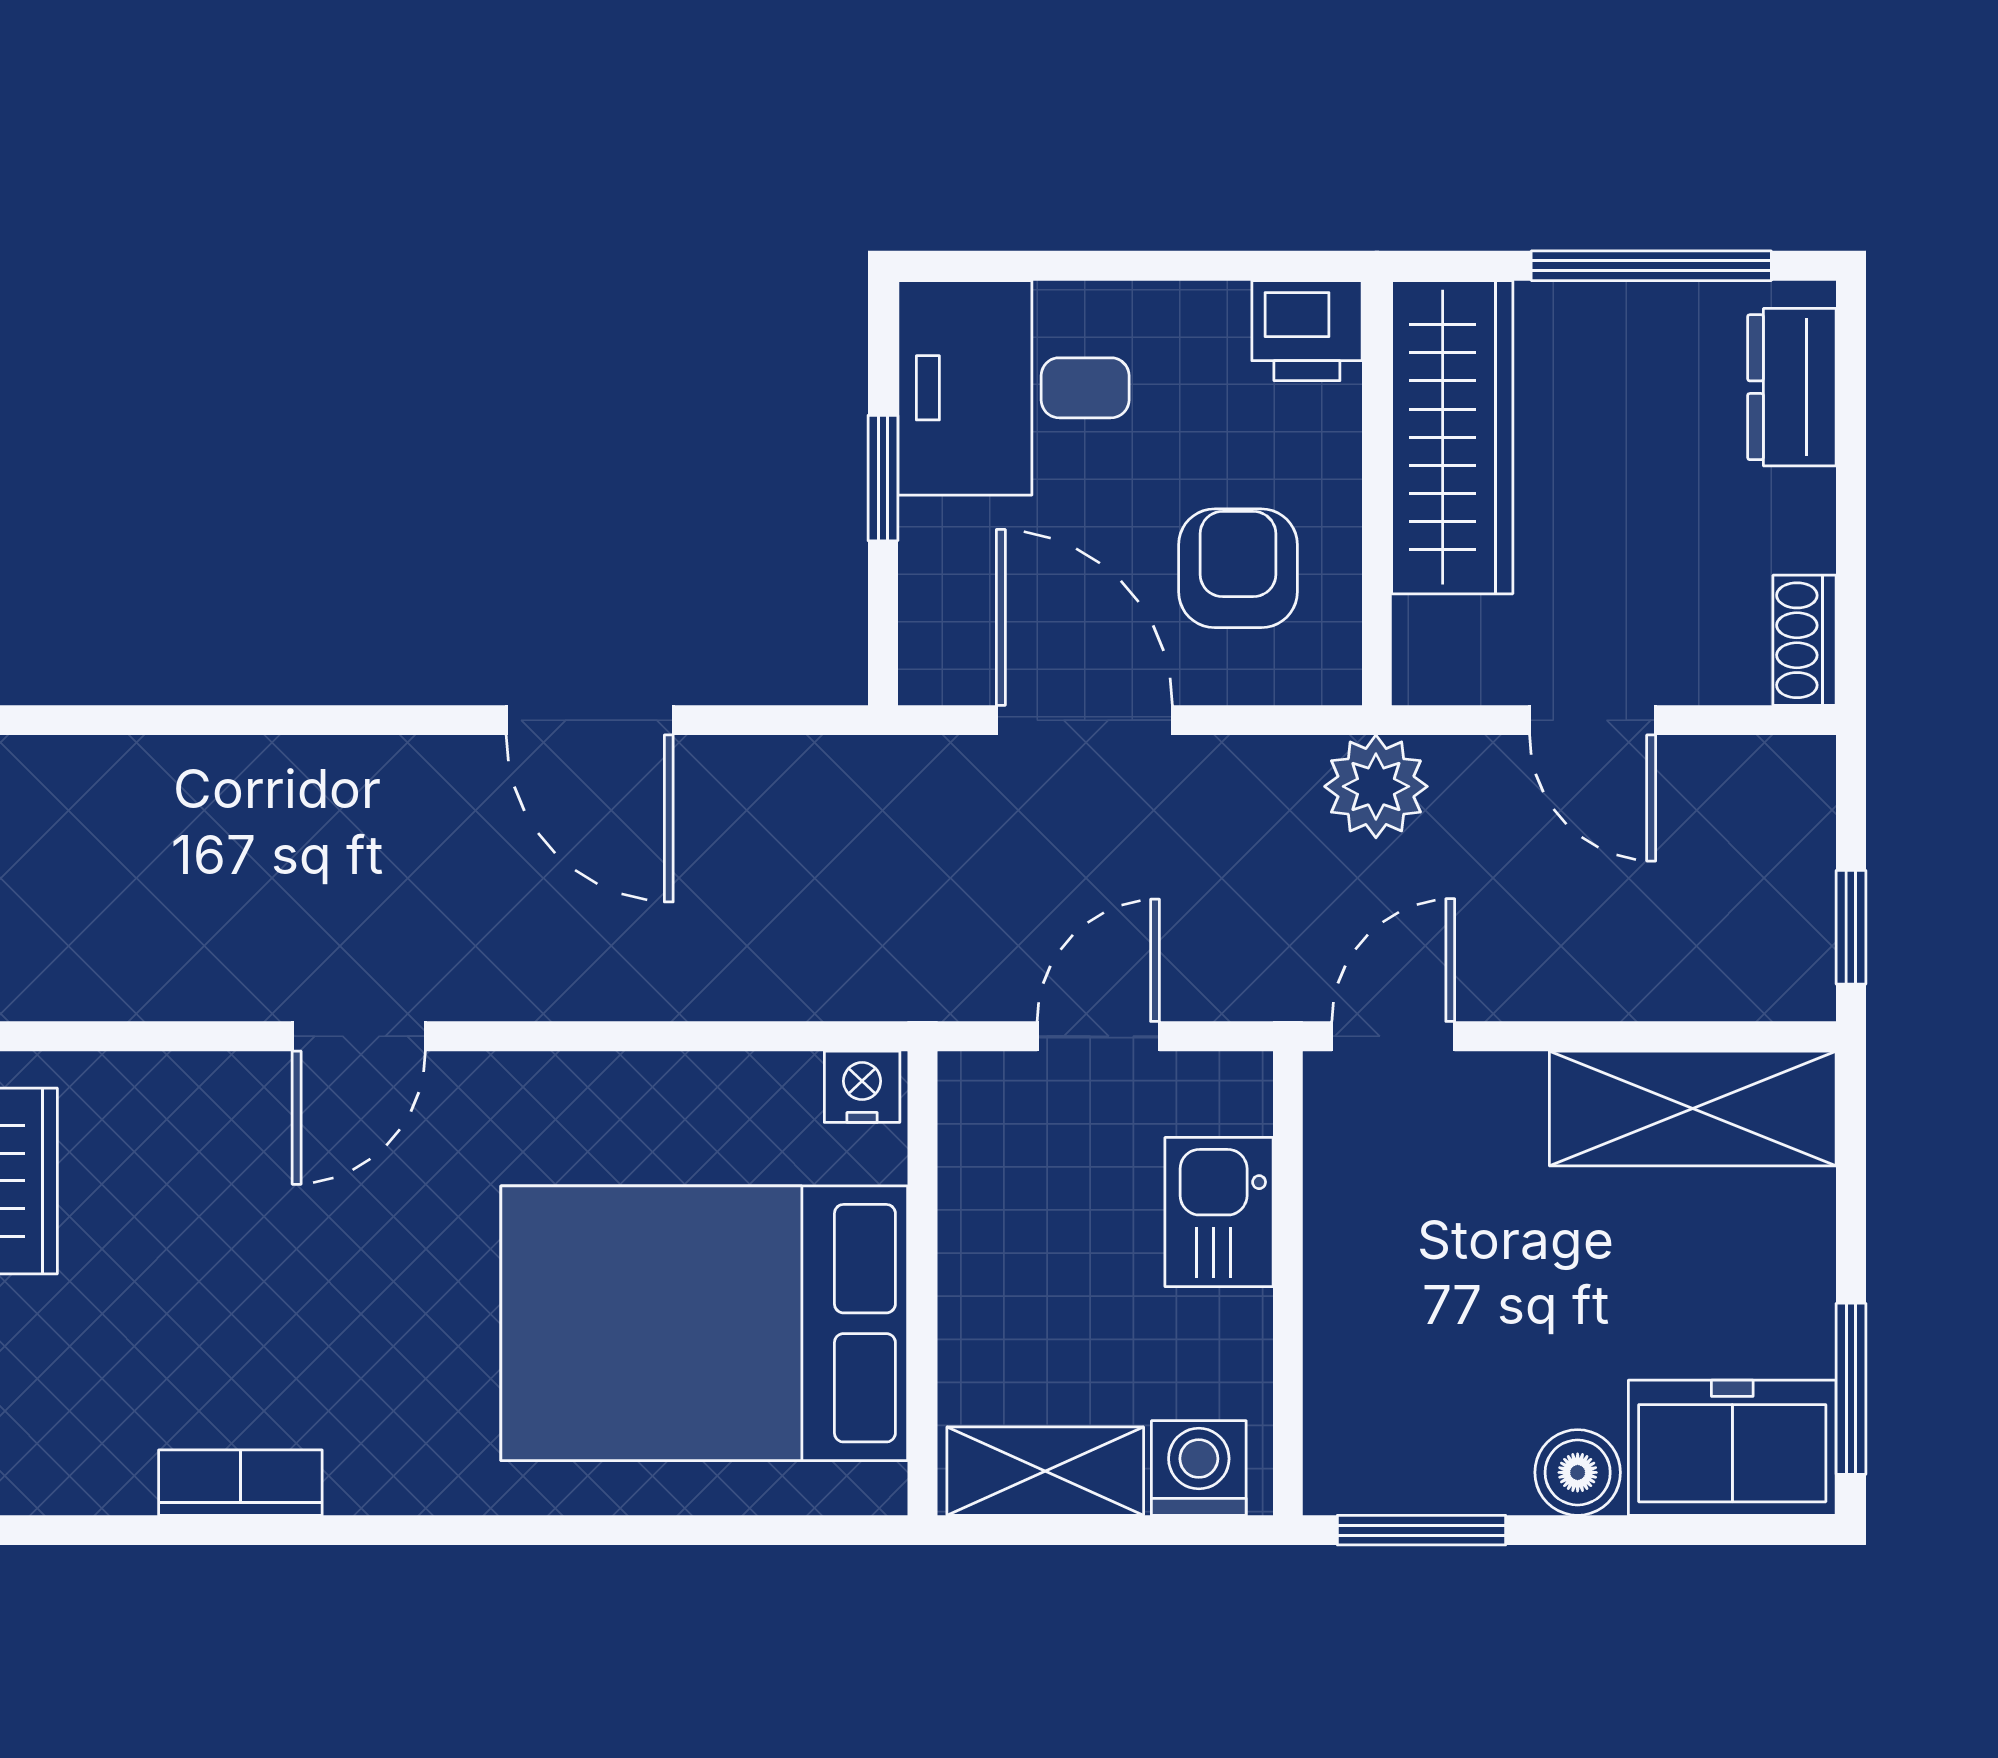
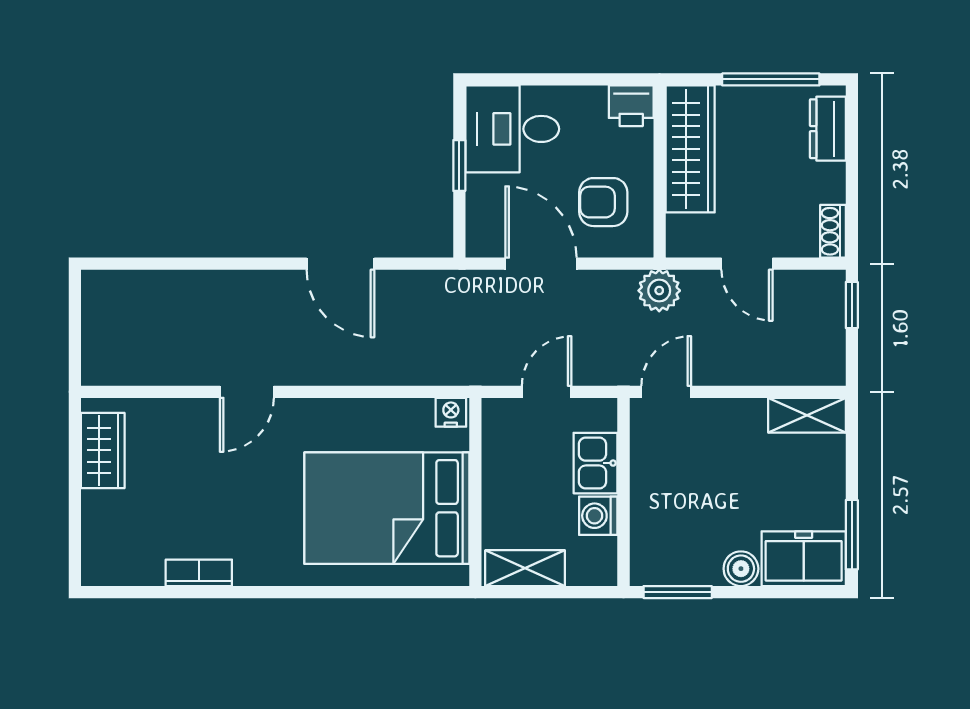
armchair: (1238, 568) -> (603, 202), turned -90
window: (1851, 927) -> (852, 305), moved
shelving: (1693, 1108) -> (807, 415), width x0.67, depth x0.75
washing machine: (1199, 1468) -> (598, 516), moved, turned -90

